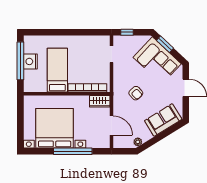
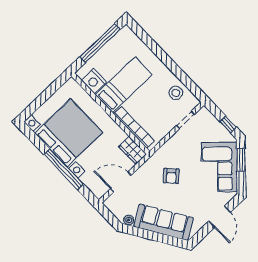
window: (127, 32) -> (228, 124), moved
stool: (91, 45) -> (176, 93), added
nightstand: (30, 61) -> (94, 81), moved, turned -90
sofa: (163, 120) -> (164, 222), width x1.36
door: (112, 126) -> (121, 182), swing flipped

